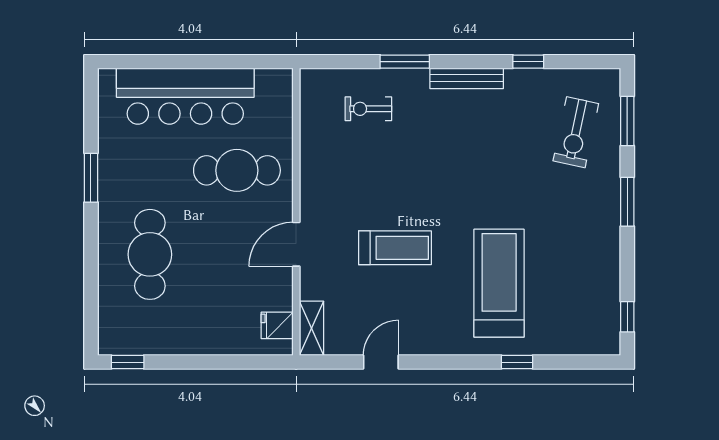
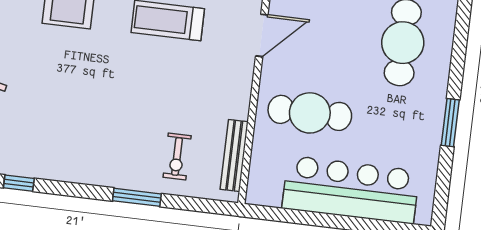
bench: (467, 78) -> (234, 155), moved, turned 90
exercise bike: (368, 109) -> (177, 157), turned 90

